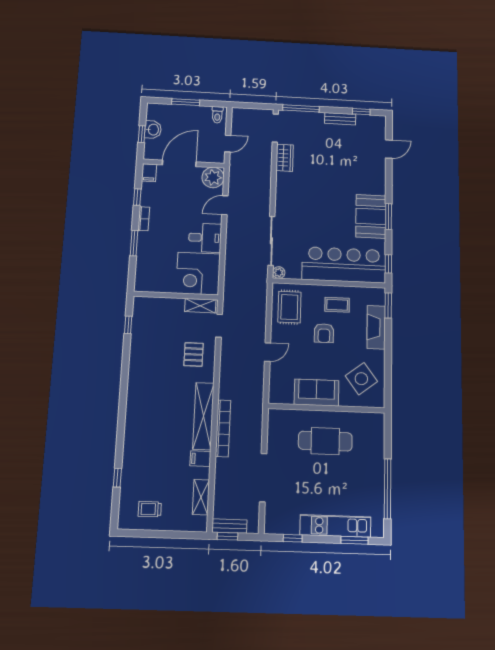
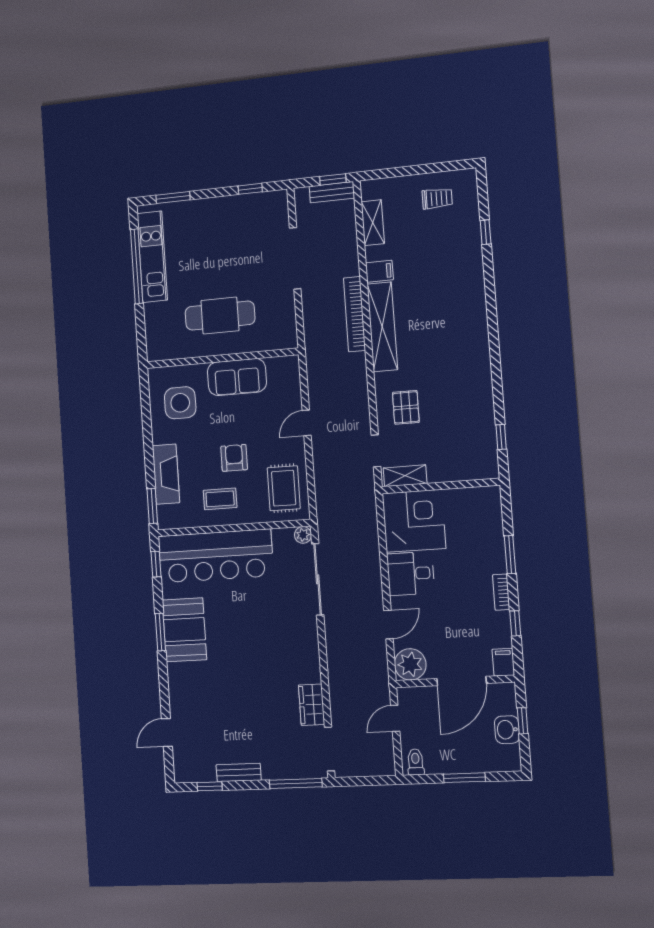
side table: (361, 379) -> (180, 403), turned 37
kitchen unit: (335, 526) -> (152, 257), moved, turned -90

